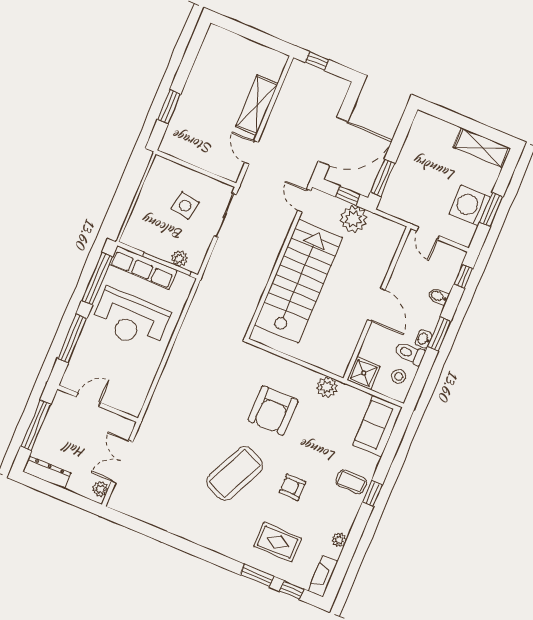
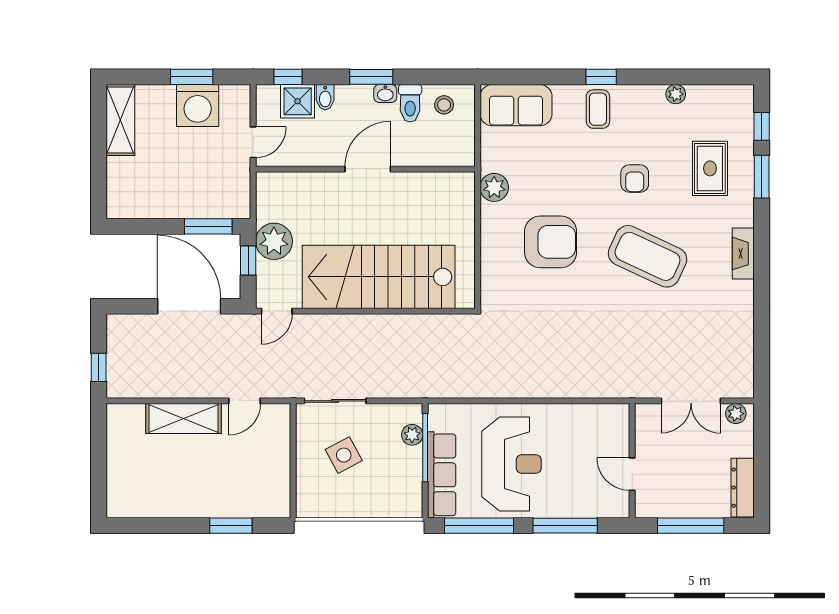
side table: (185, 205) -> (344, 455), turned -38
shower: (364, 373) -> (298, 101), moved
fireplace: (323, 576) -> (743, 254), moved, turned 90

